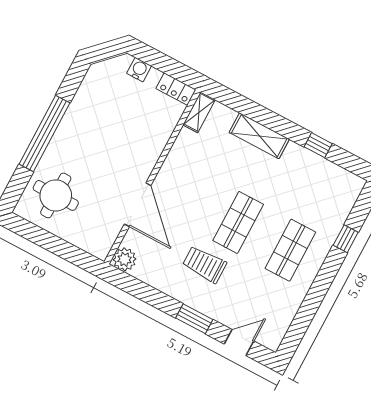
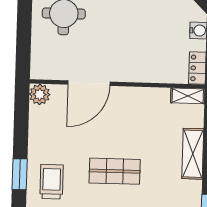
trolley: (204, 264) -> (52, 182), moved

